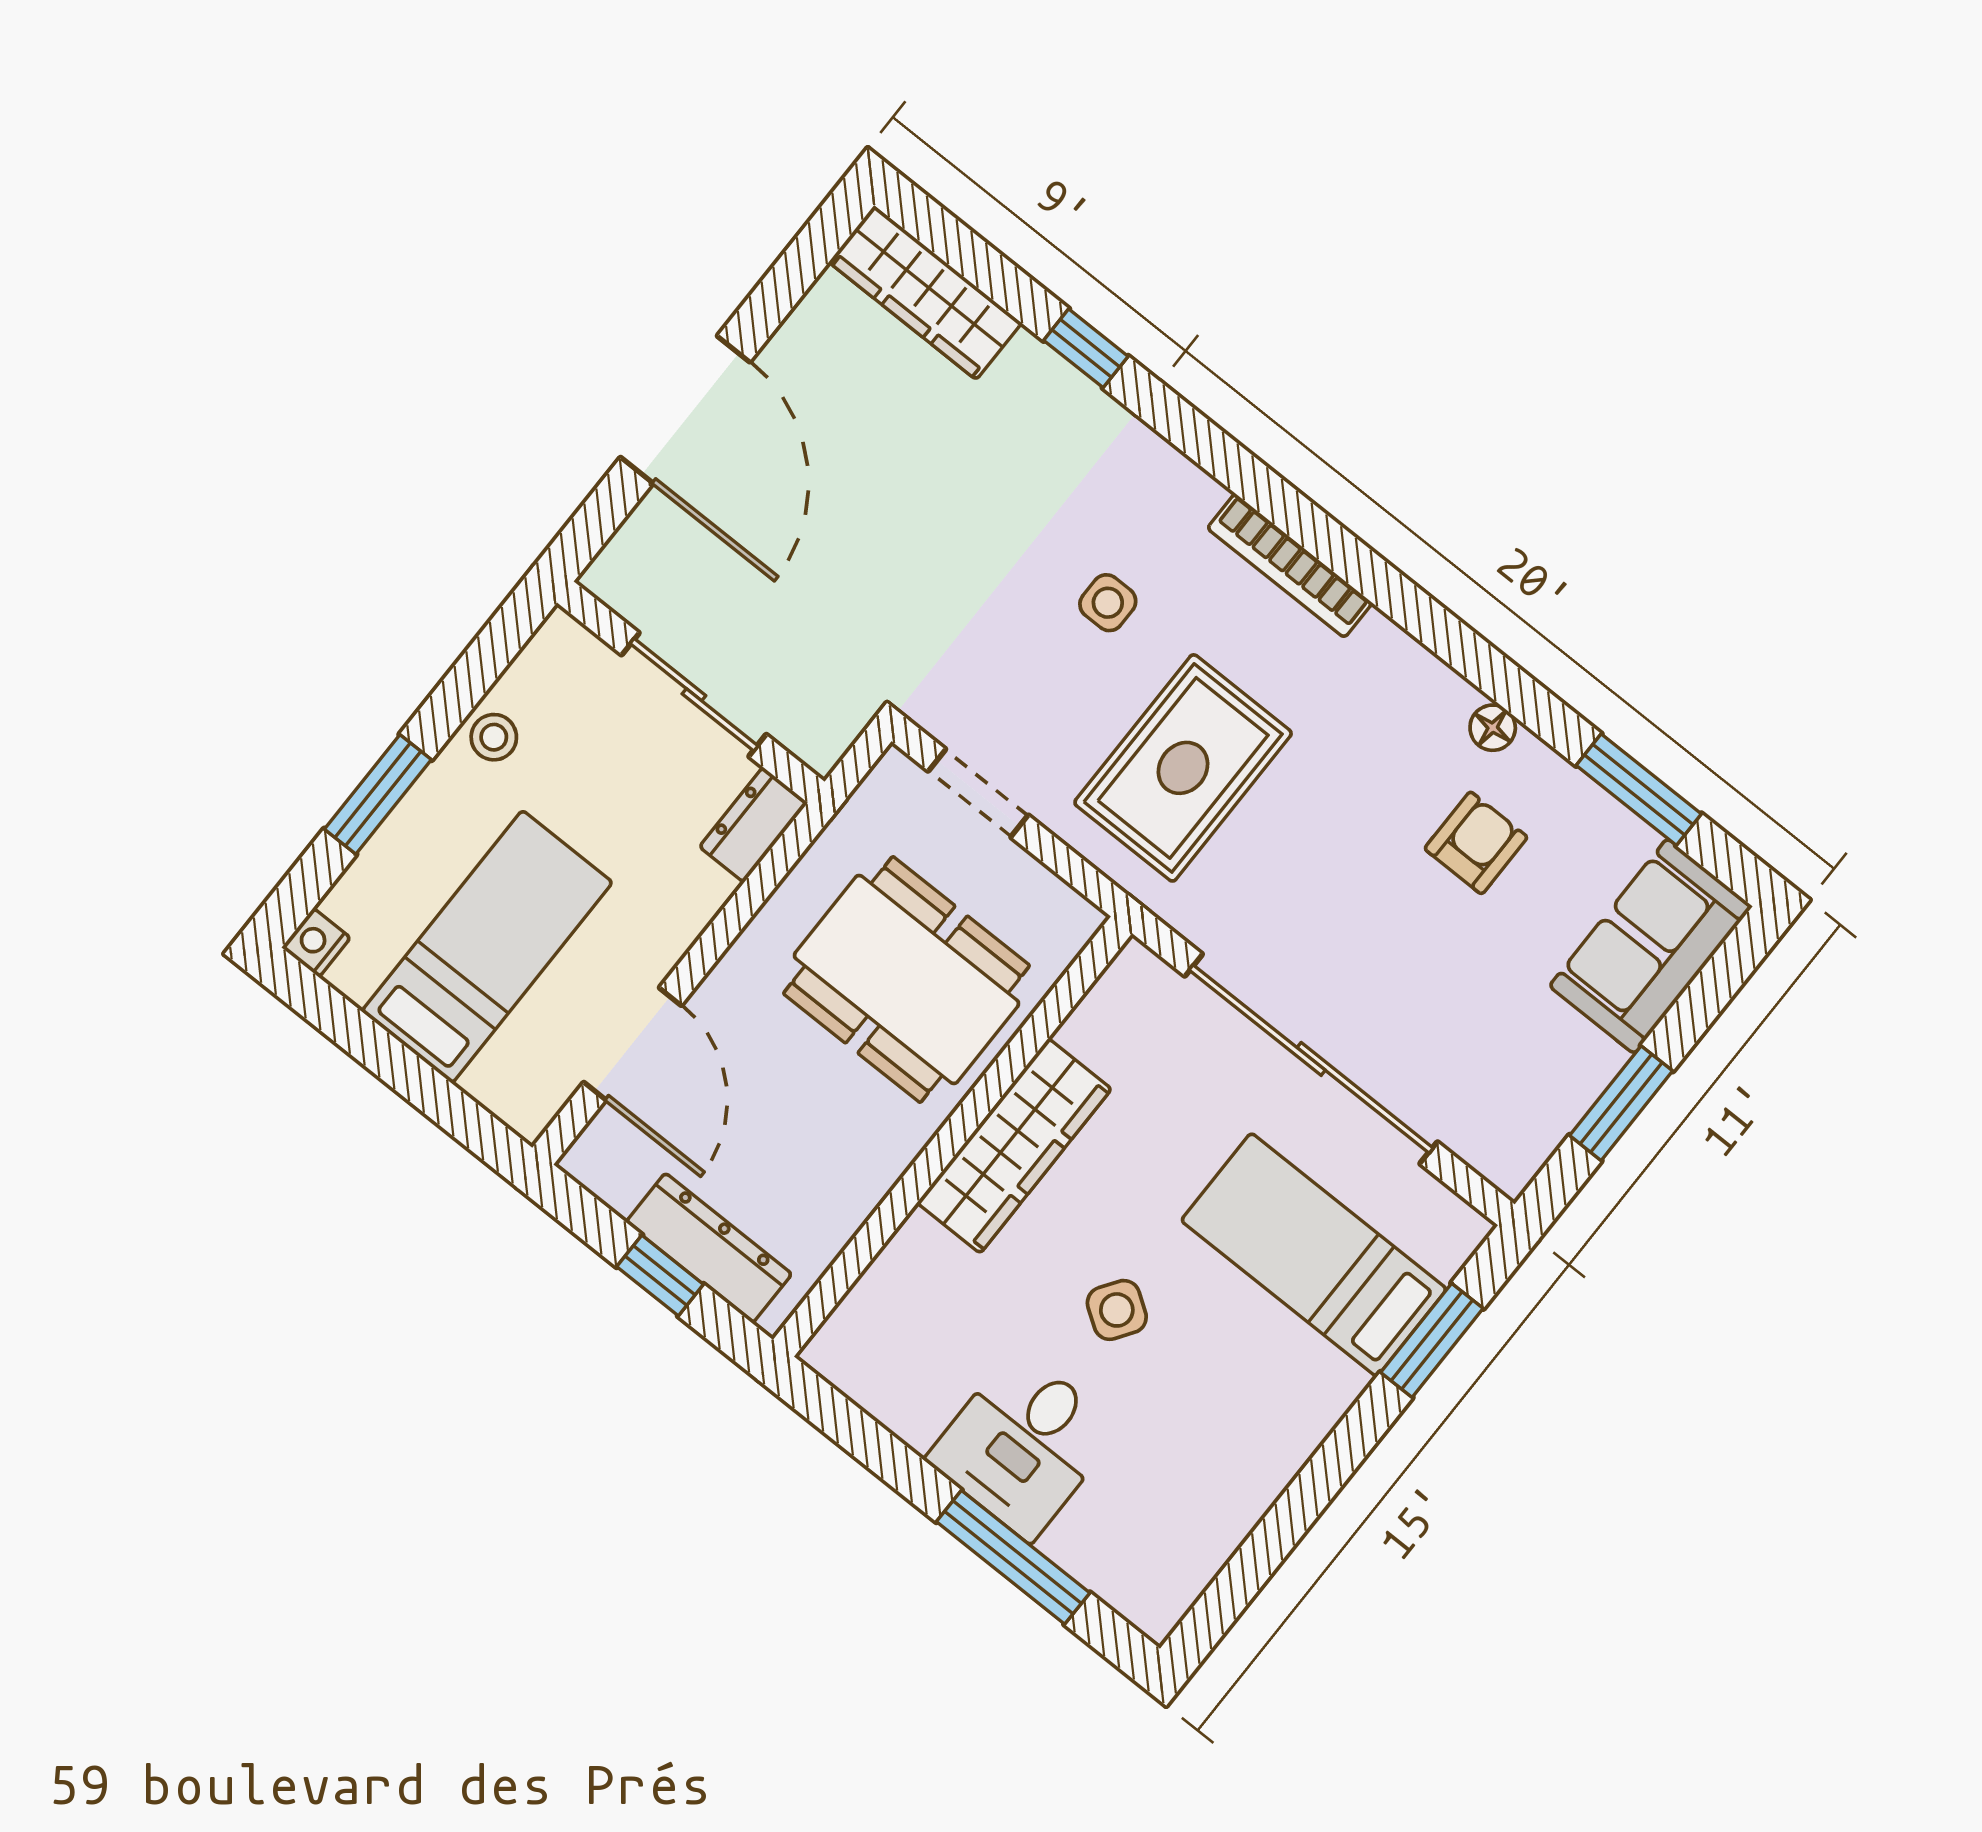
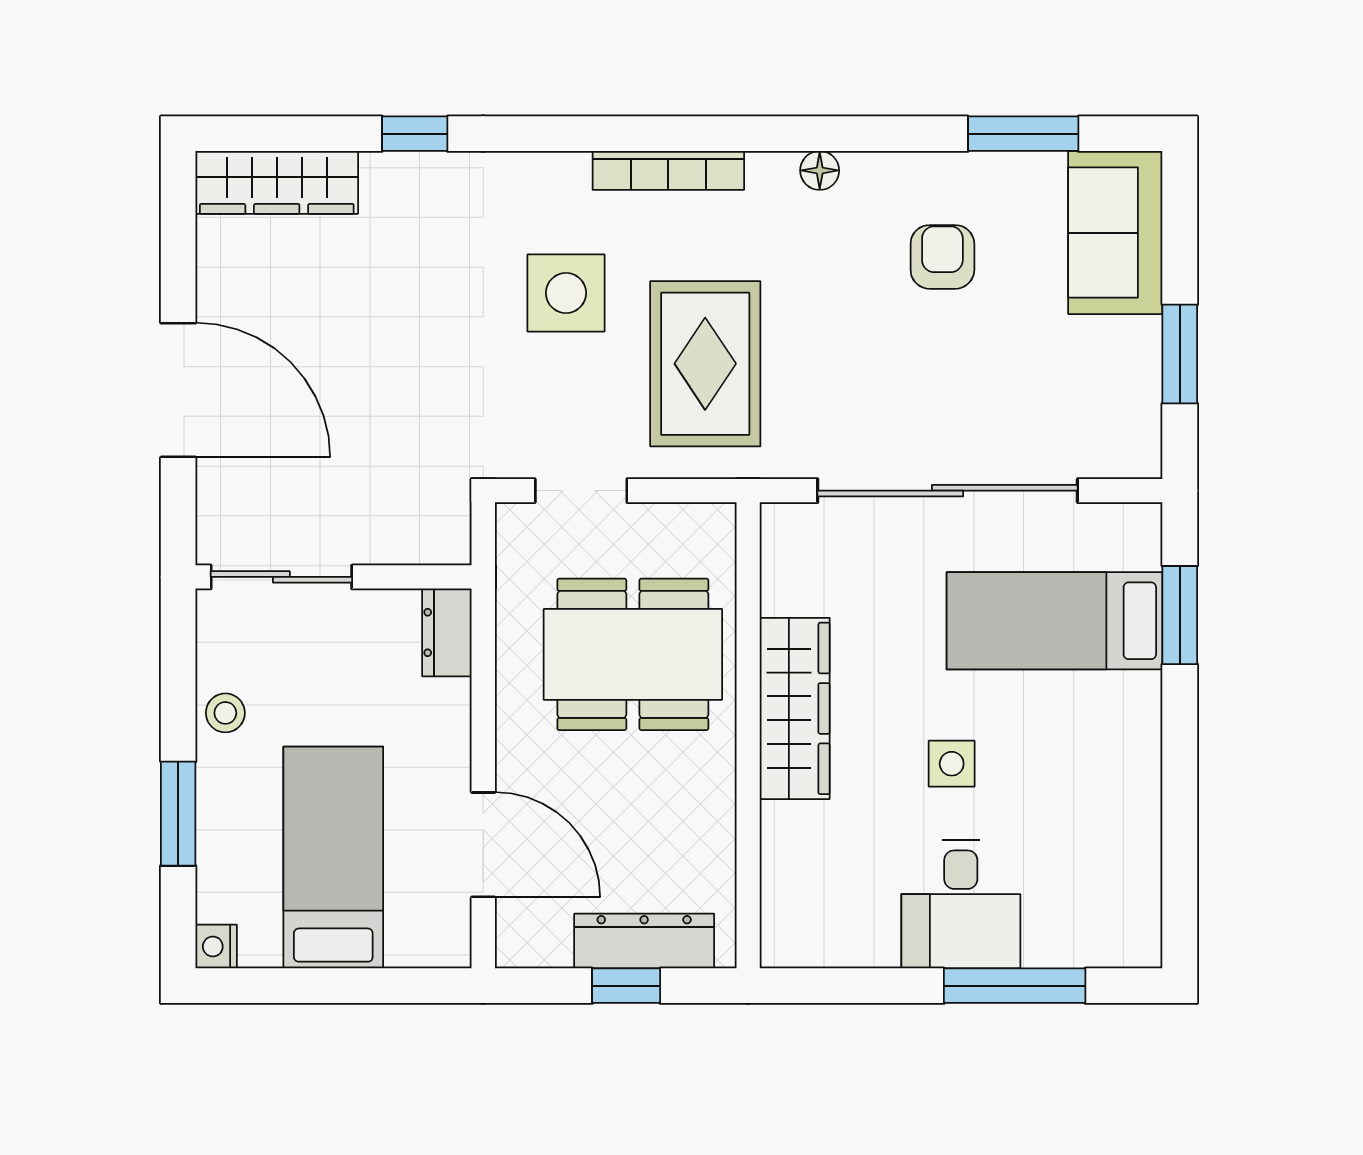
side table: (1108, 603) -> (566, 293), width x1.87, depth x1.87
sliding door: (694, 695) -> (281, 577), moved
floor lamp: (1493, 728) -> (820, 170), moved
side table: (1117, 1310) -> (952, 764), turned -34

